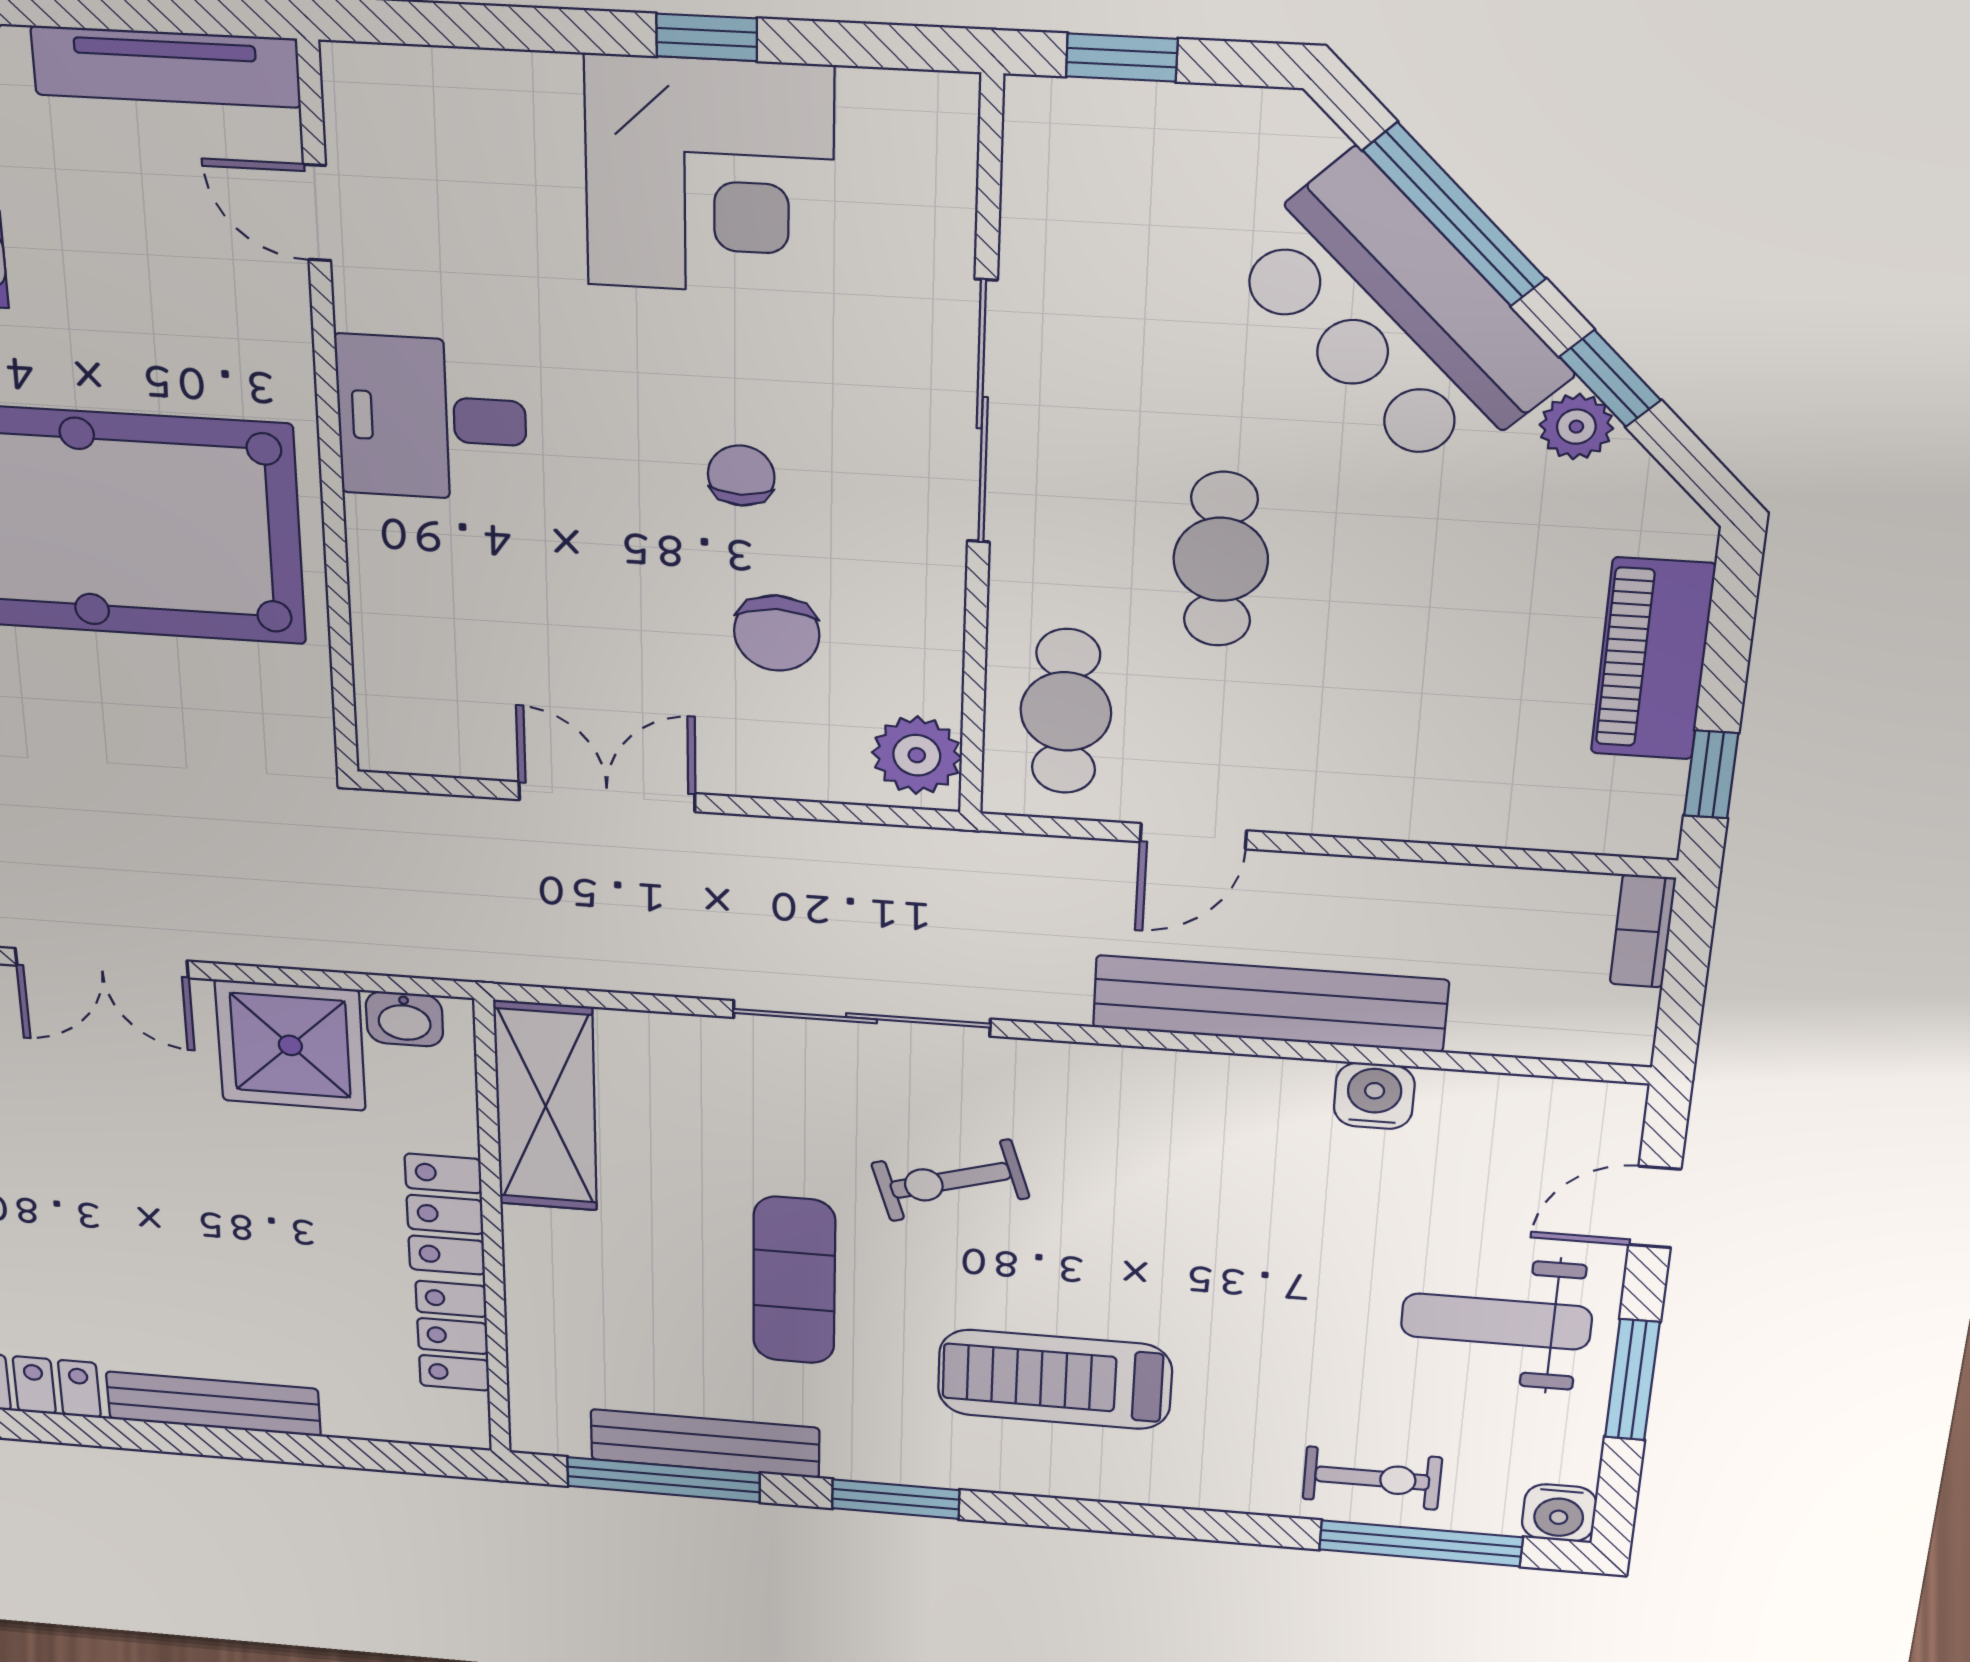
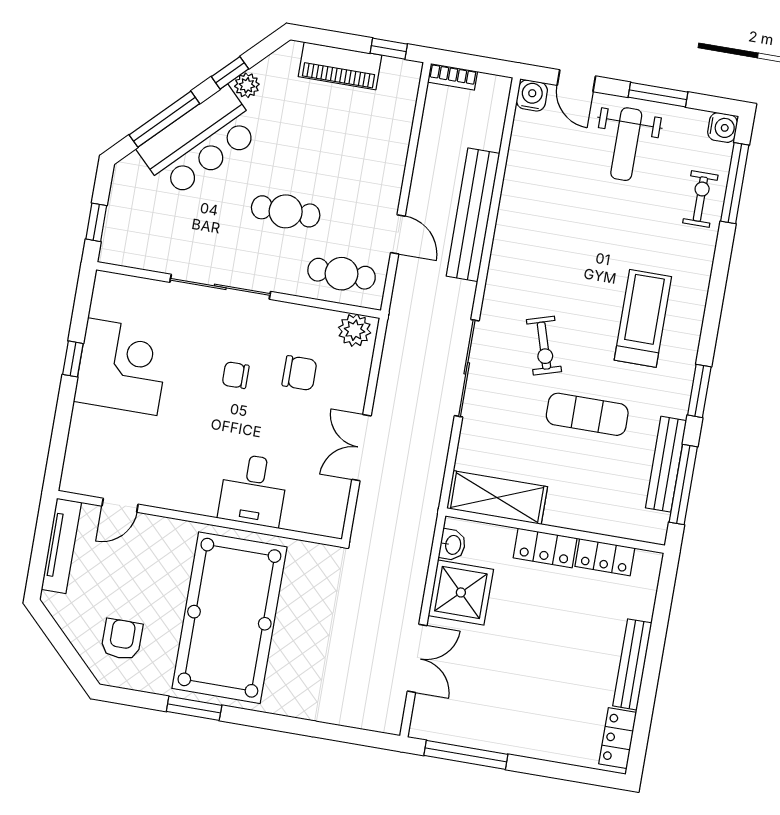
desk: (432, 419) -> (253, 490), moved
water cooler: (1374, 1096) -> (532, 96), moved, turned 90
treadmill: (1055, 1379) -> (643, 318), turned 180

